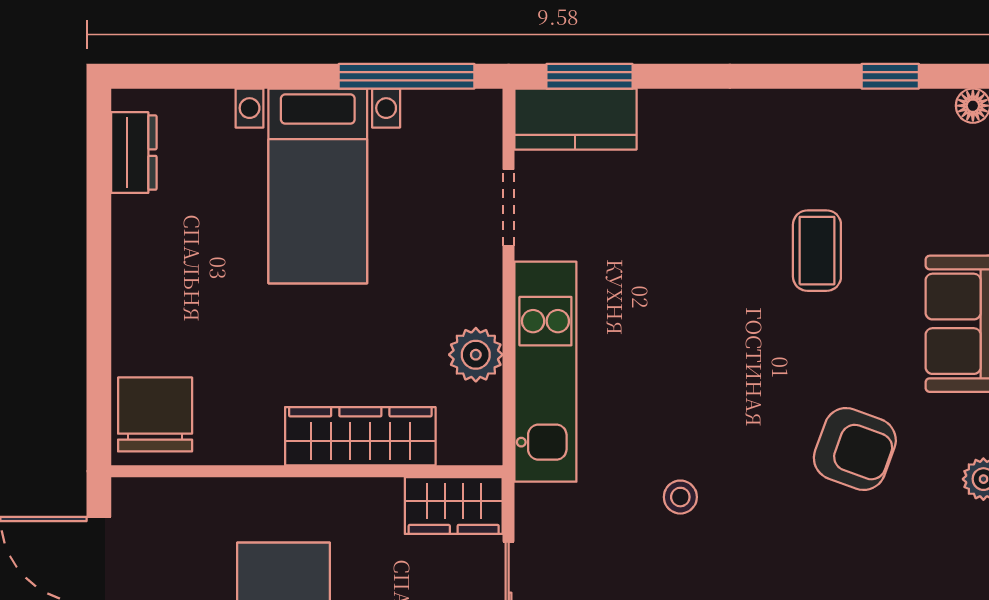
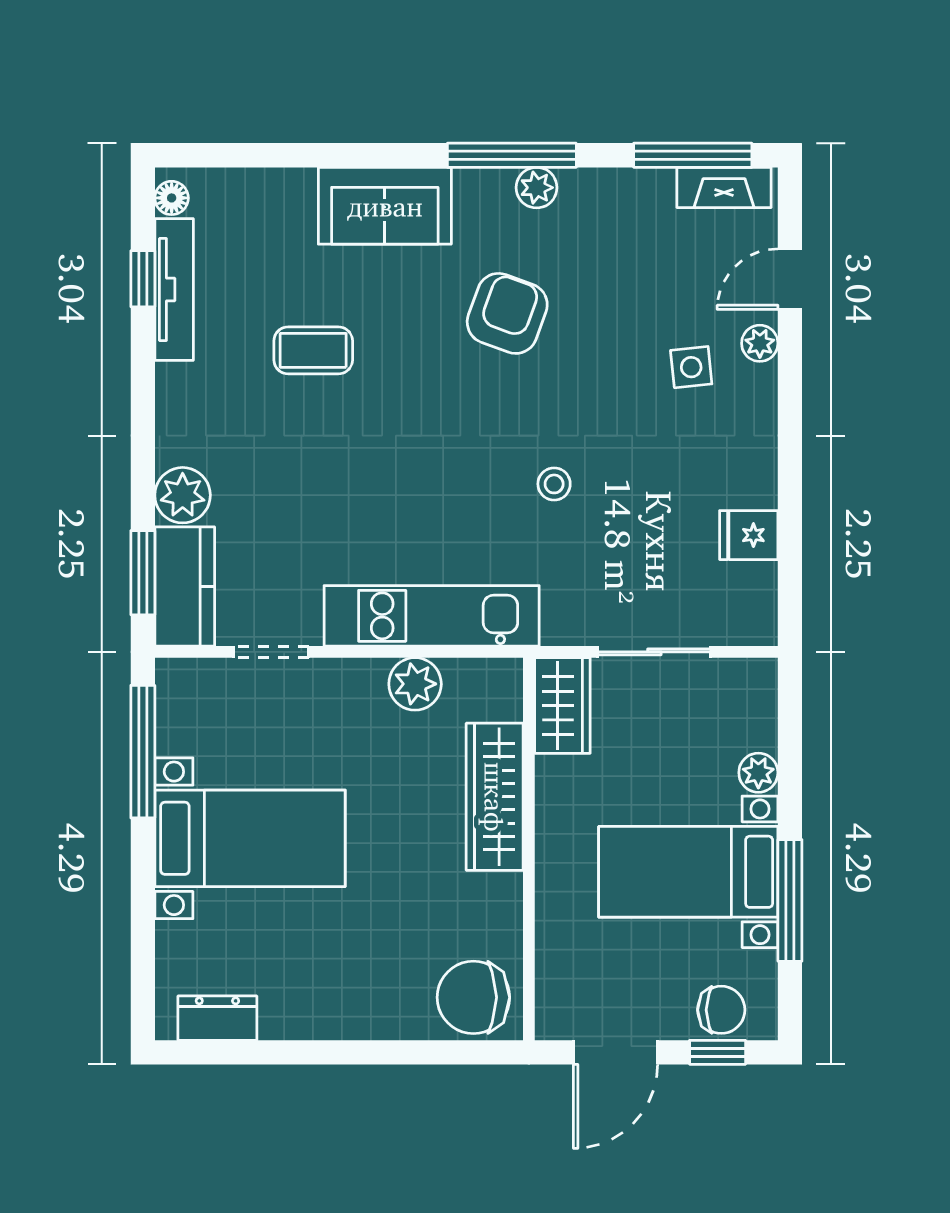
tv unit: (879, 108) -> (174, 290), added
plant: (669, 117) -> (183, 495), added

